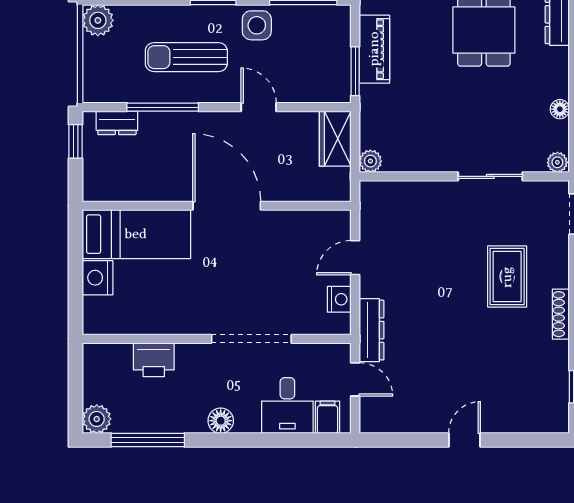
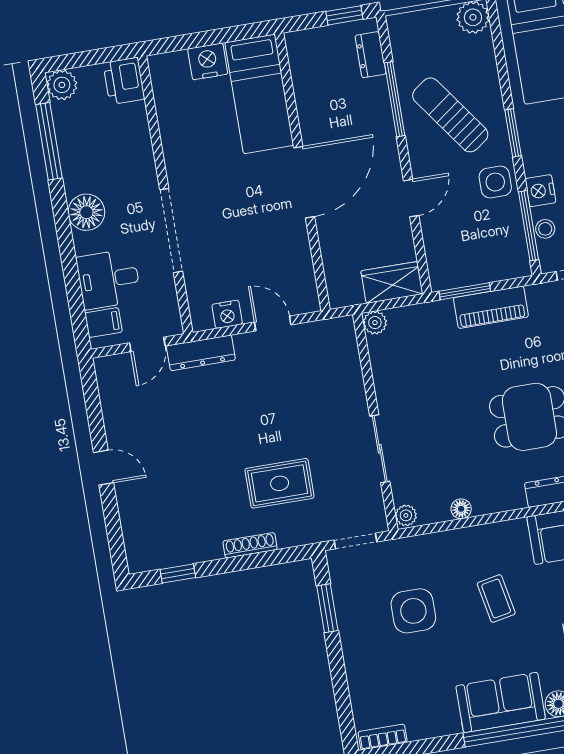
sun lounger: (186, 57) -> (450, 115), turned -36
printer: (154, 360) -> (124, 81), moved
floor lamp: (221, 421) -> (86, 212), width x1.38, depth x1.38

